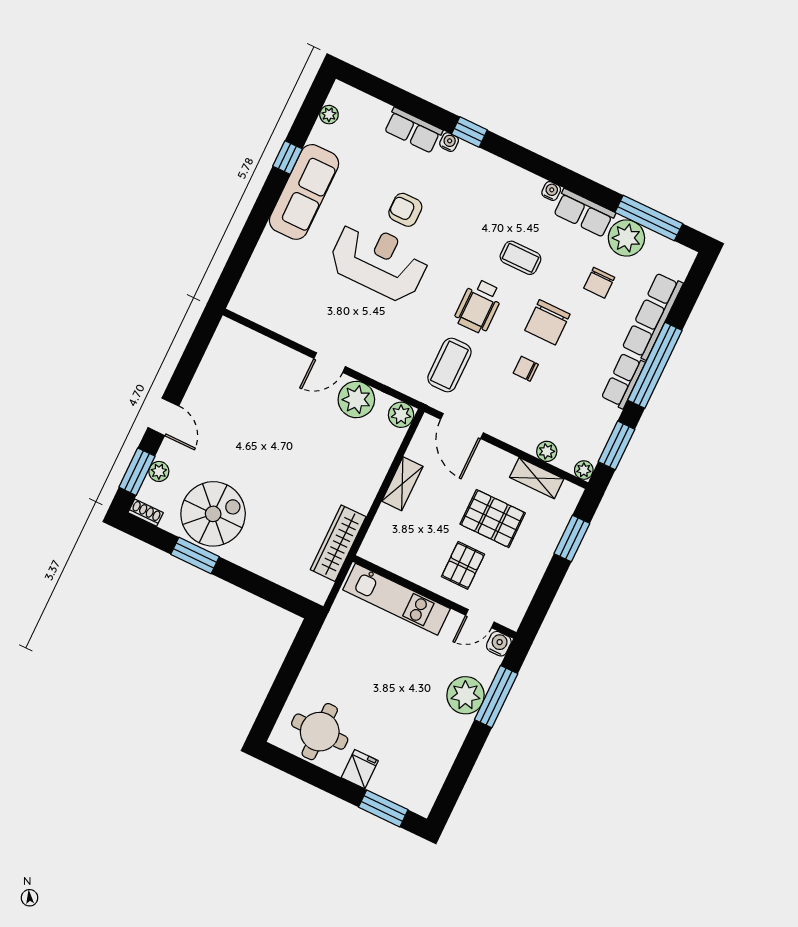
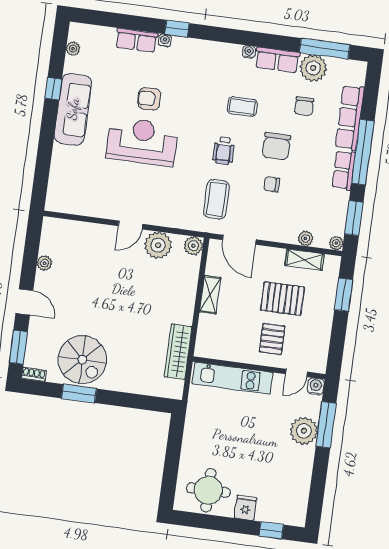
wheelchair: (479, 306) -> (224, 151), width x0.73, depth x0.73
plant: (159, 471) -> (45, 263), moved
spiral stairs: (213, 514) -> (82, 360), turned 90
window: (383, 808) -> (271, 530), width x0.67

